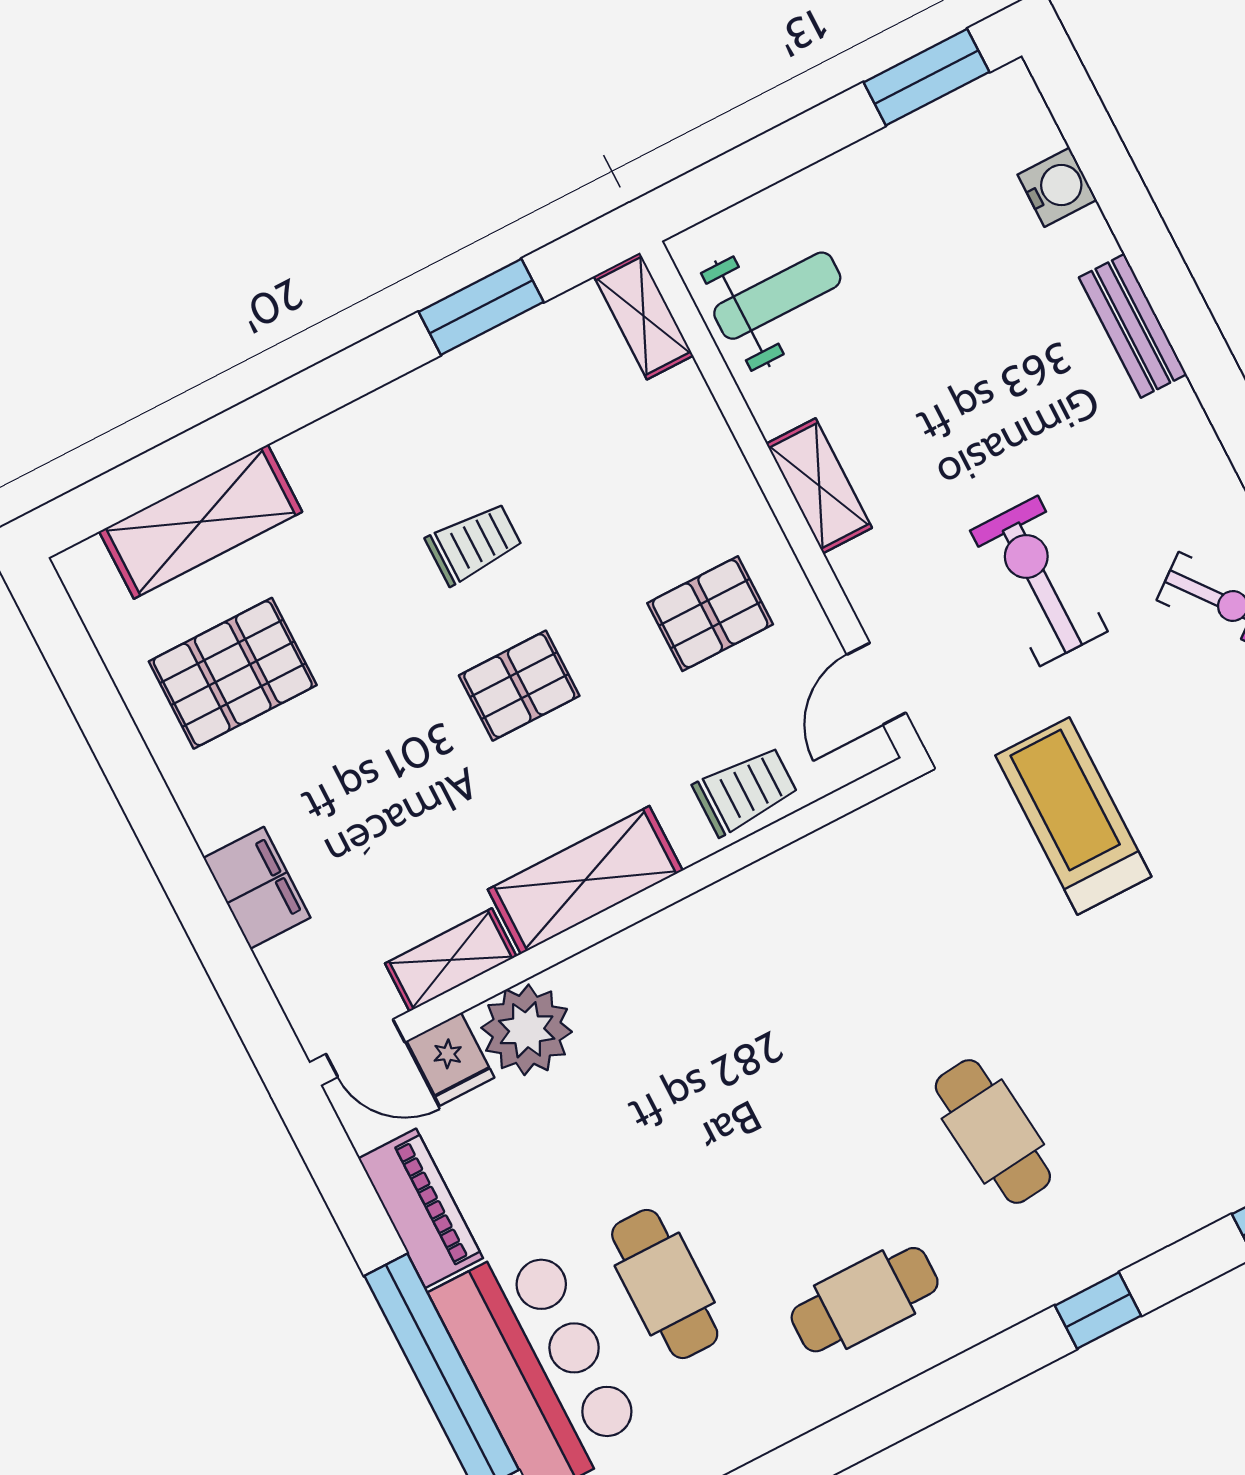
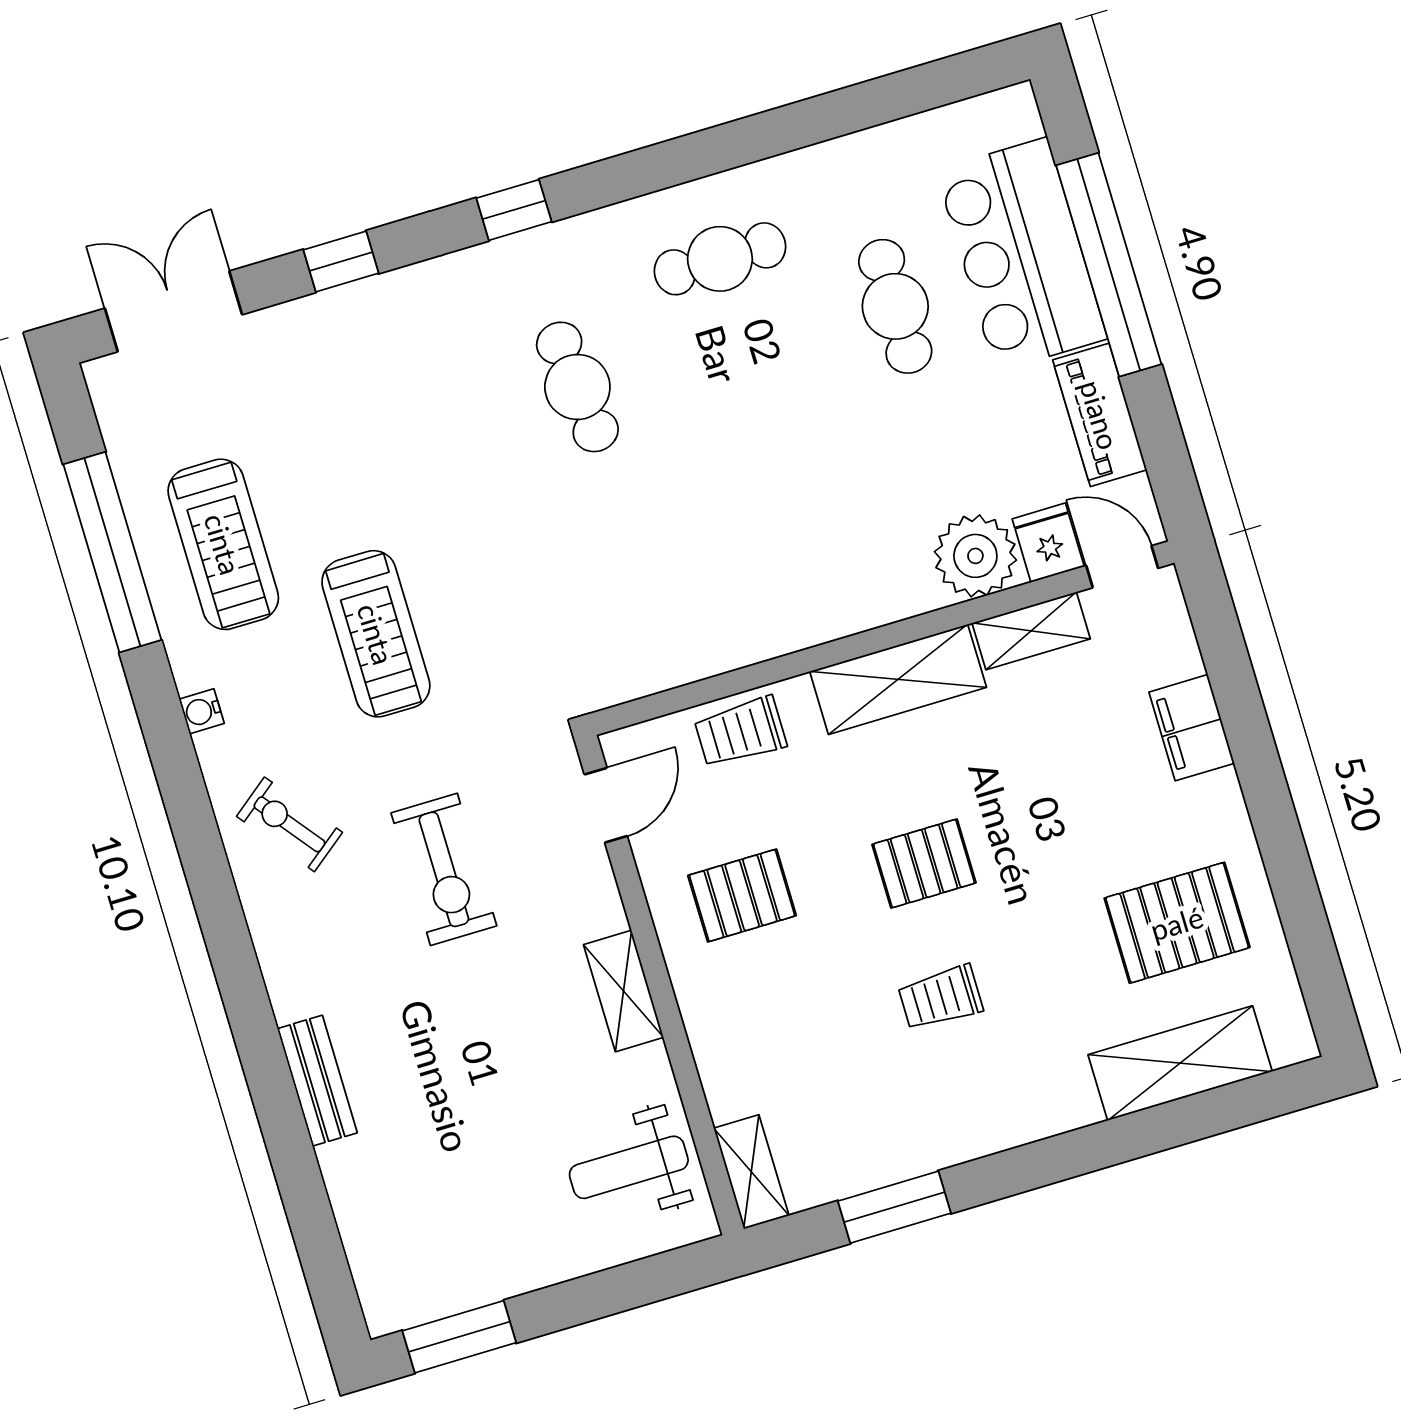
water cooler: (1057, 187) -> (361, 1217), removed
treadmill: (1073, 816) -> (376, 634), moved

